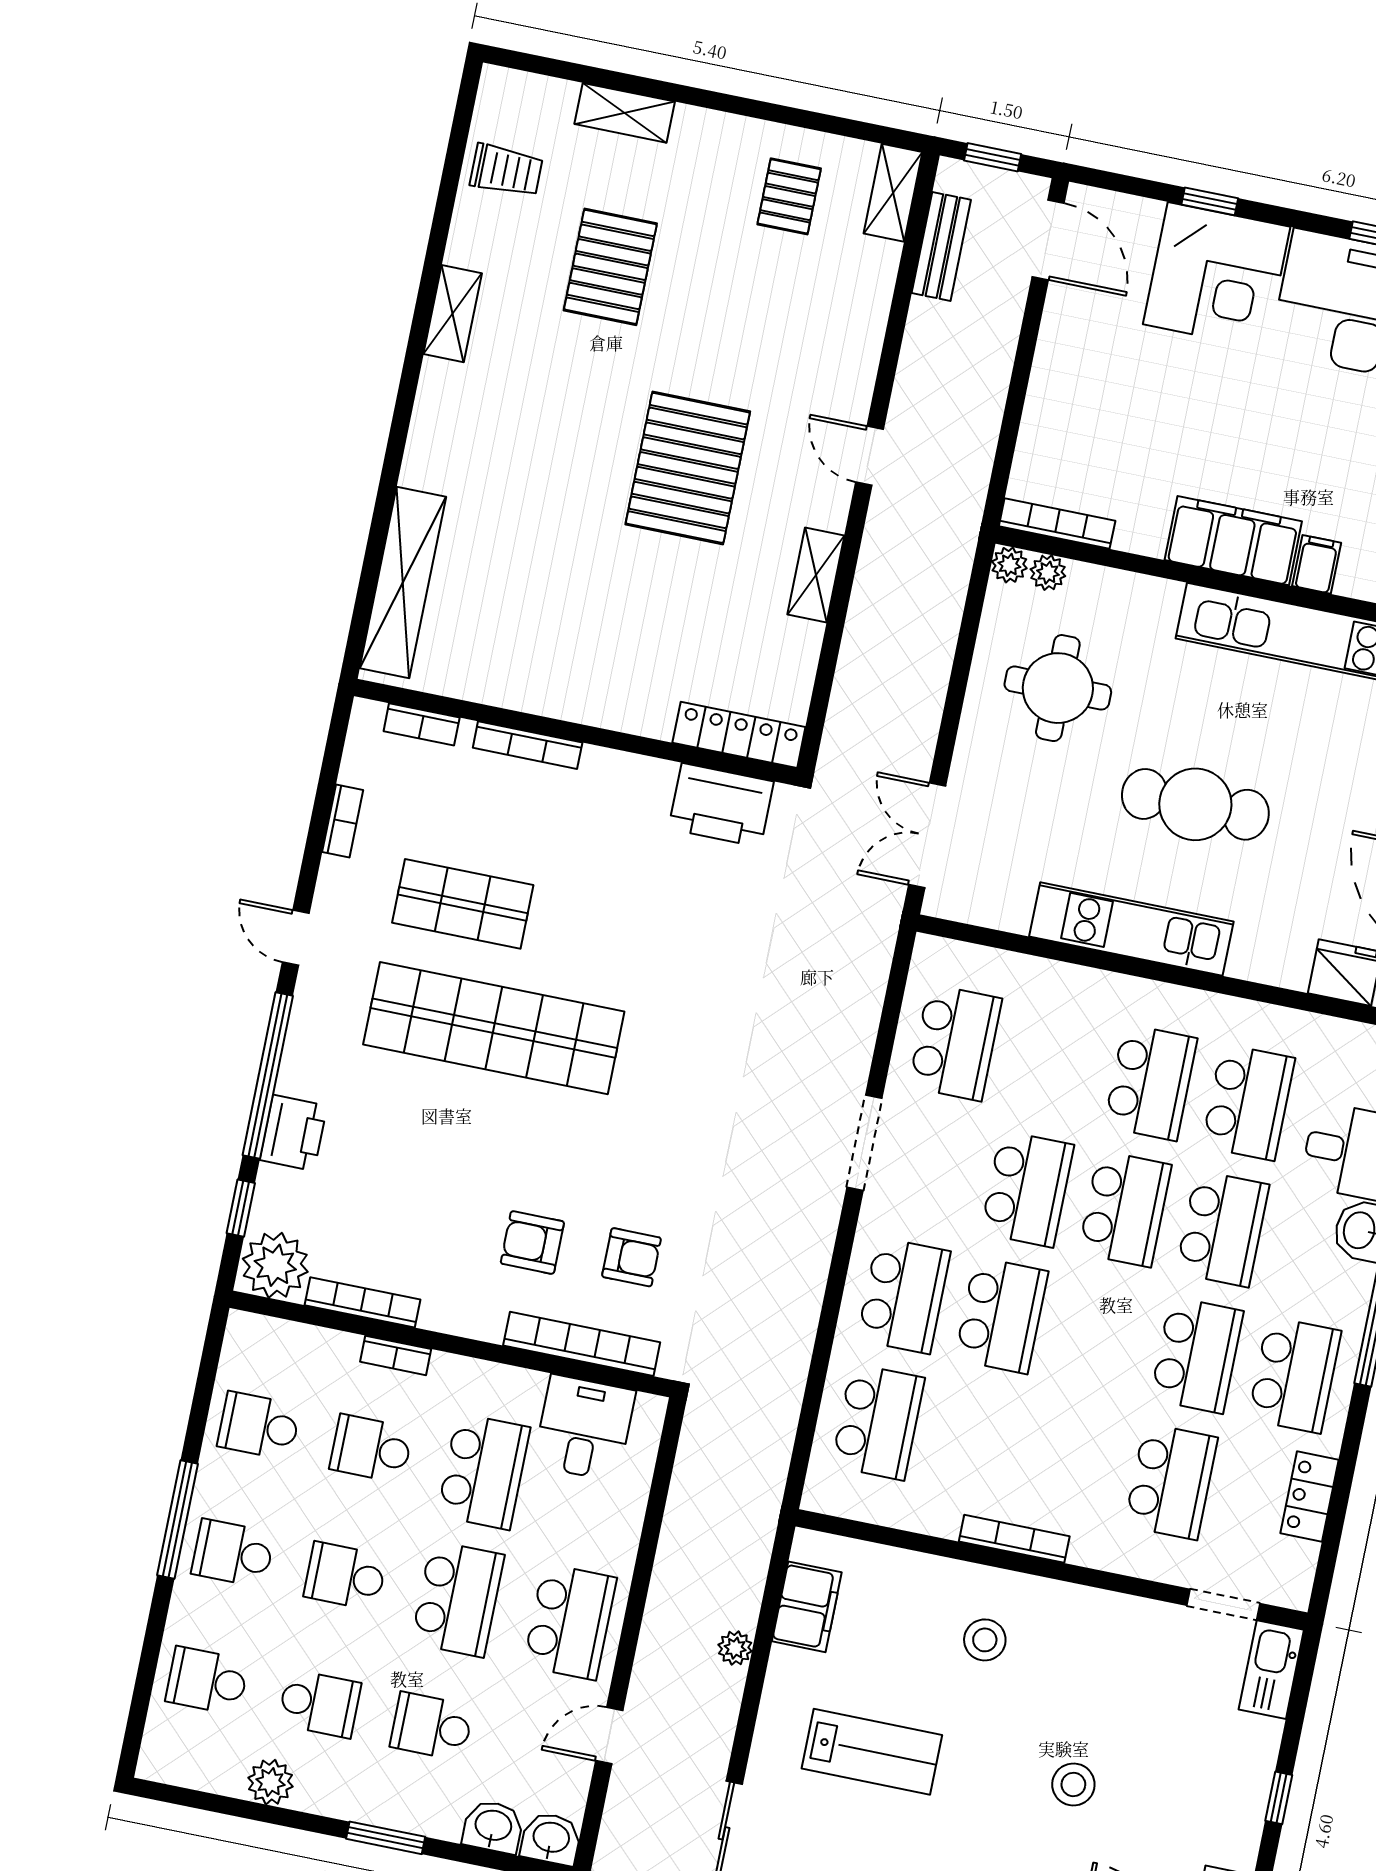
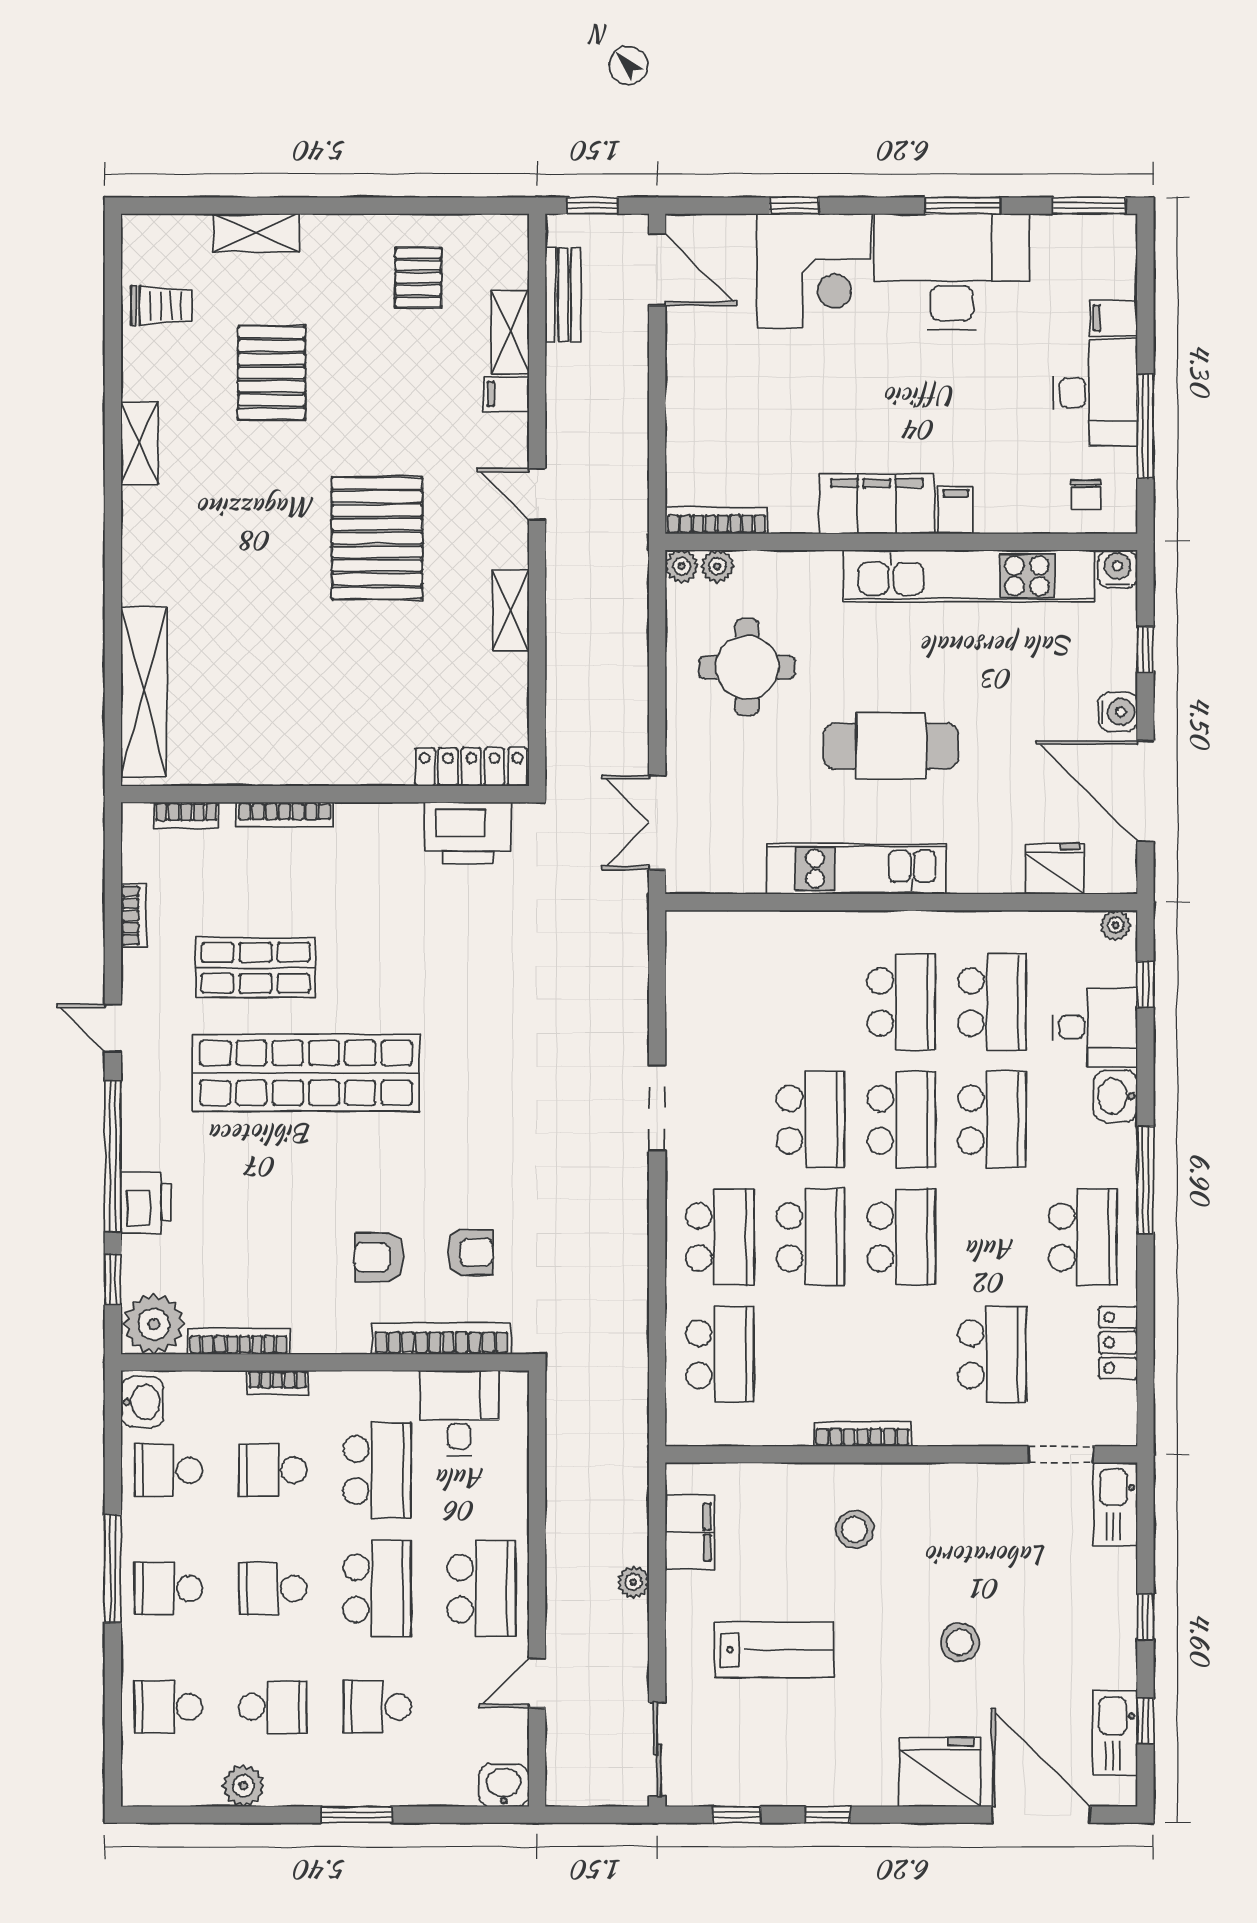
shelving: (893, 193) -> (510, 332), moved
filing cabinet: (859, 341) -> (506, 394), added
school desk: (955, 1043) -> (720, 1002), removed
school desk: (1197, 1355) -> (901, 1237), moved
washbasin: (493, 1827) -> (142, 1402), moved, turned 90

